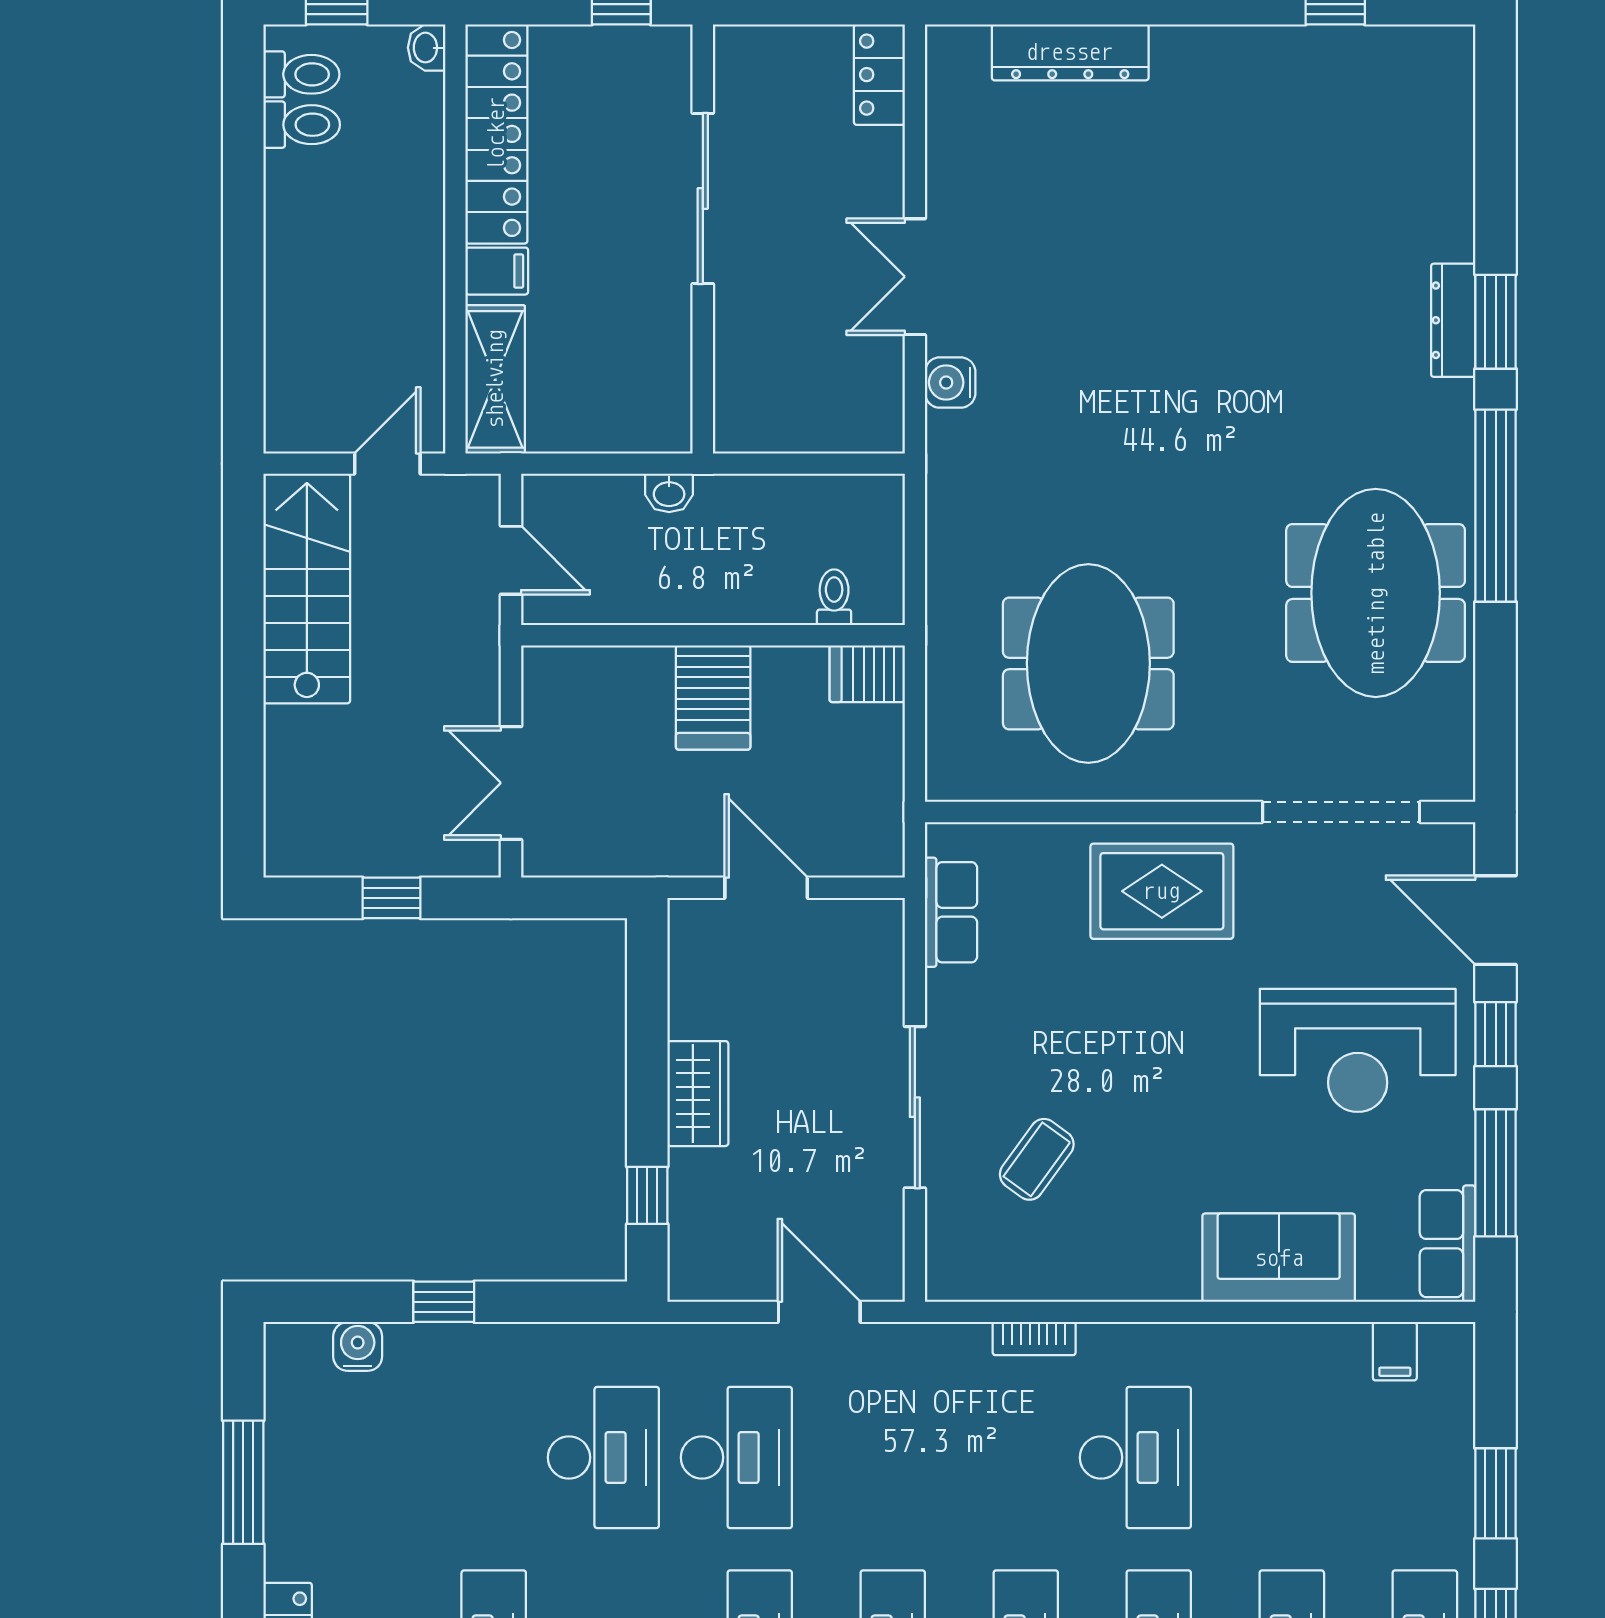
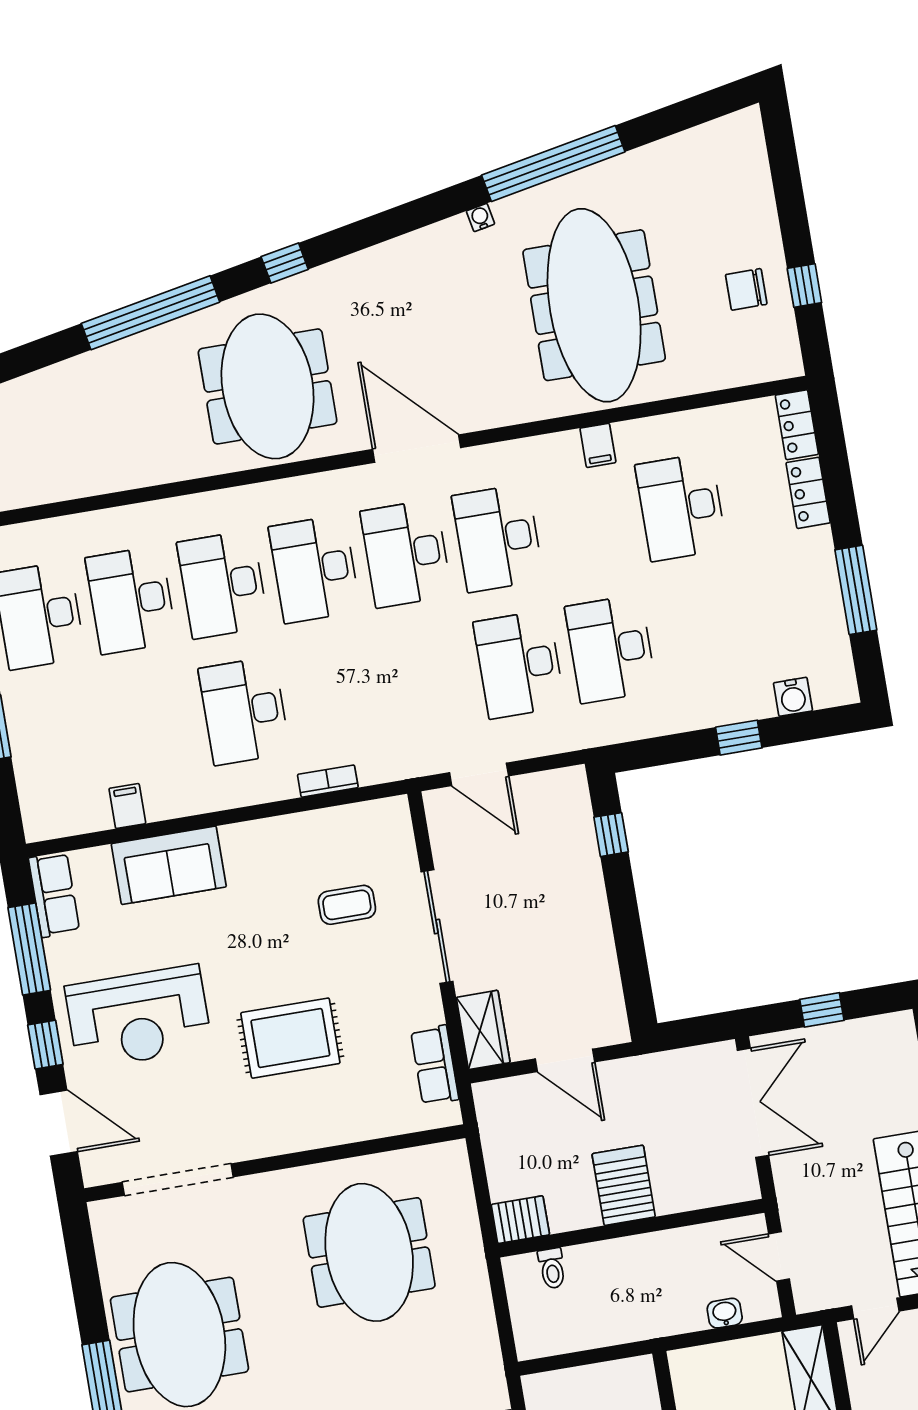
washbasin: (669, 493) -> (725, 1313), moved
double door: (511, 783) -> (753, 1103), width x1.37
rug: (1162, 891) -> (290, 1038), moved
reception desk: (1358, 1050) -> (138, 1017), turned 180
wardrobe: (698, 1094) -> (483, 1030), moved, turned 180
coffee table: (1037, 1159) -> (347, 905), turned 54
filing cabinet: (1395, 1351) -> (127, 806), moved

